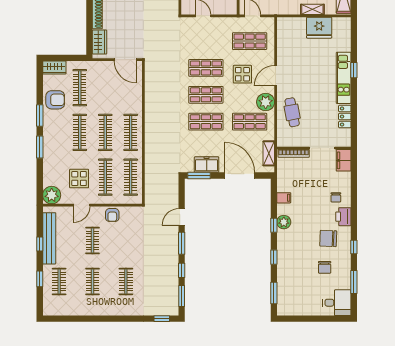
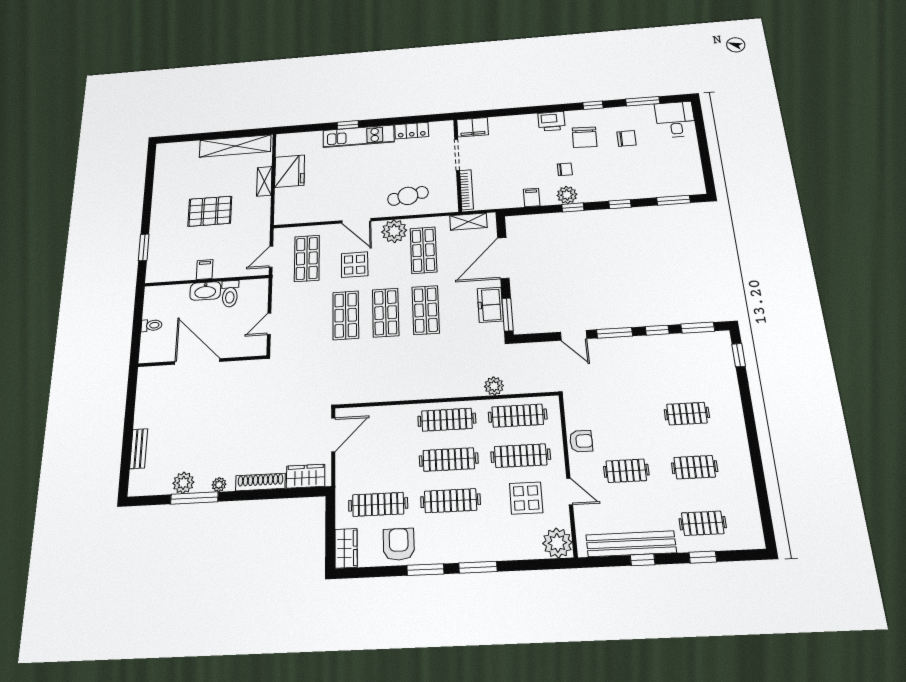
plant: (151, 164) -> (494, 386), added
chair: (336, 197) -> (565, 169), moved

